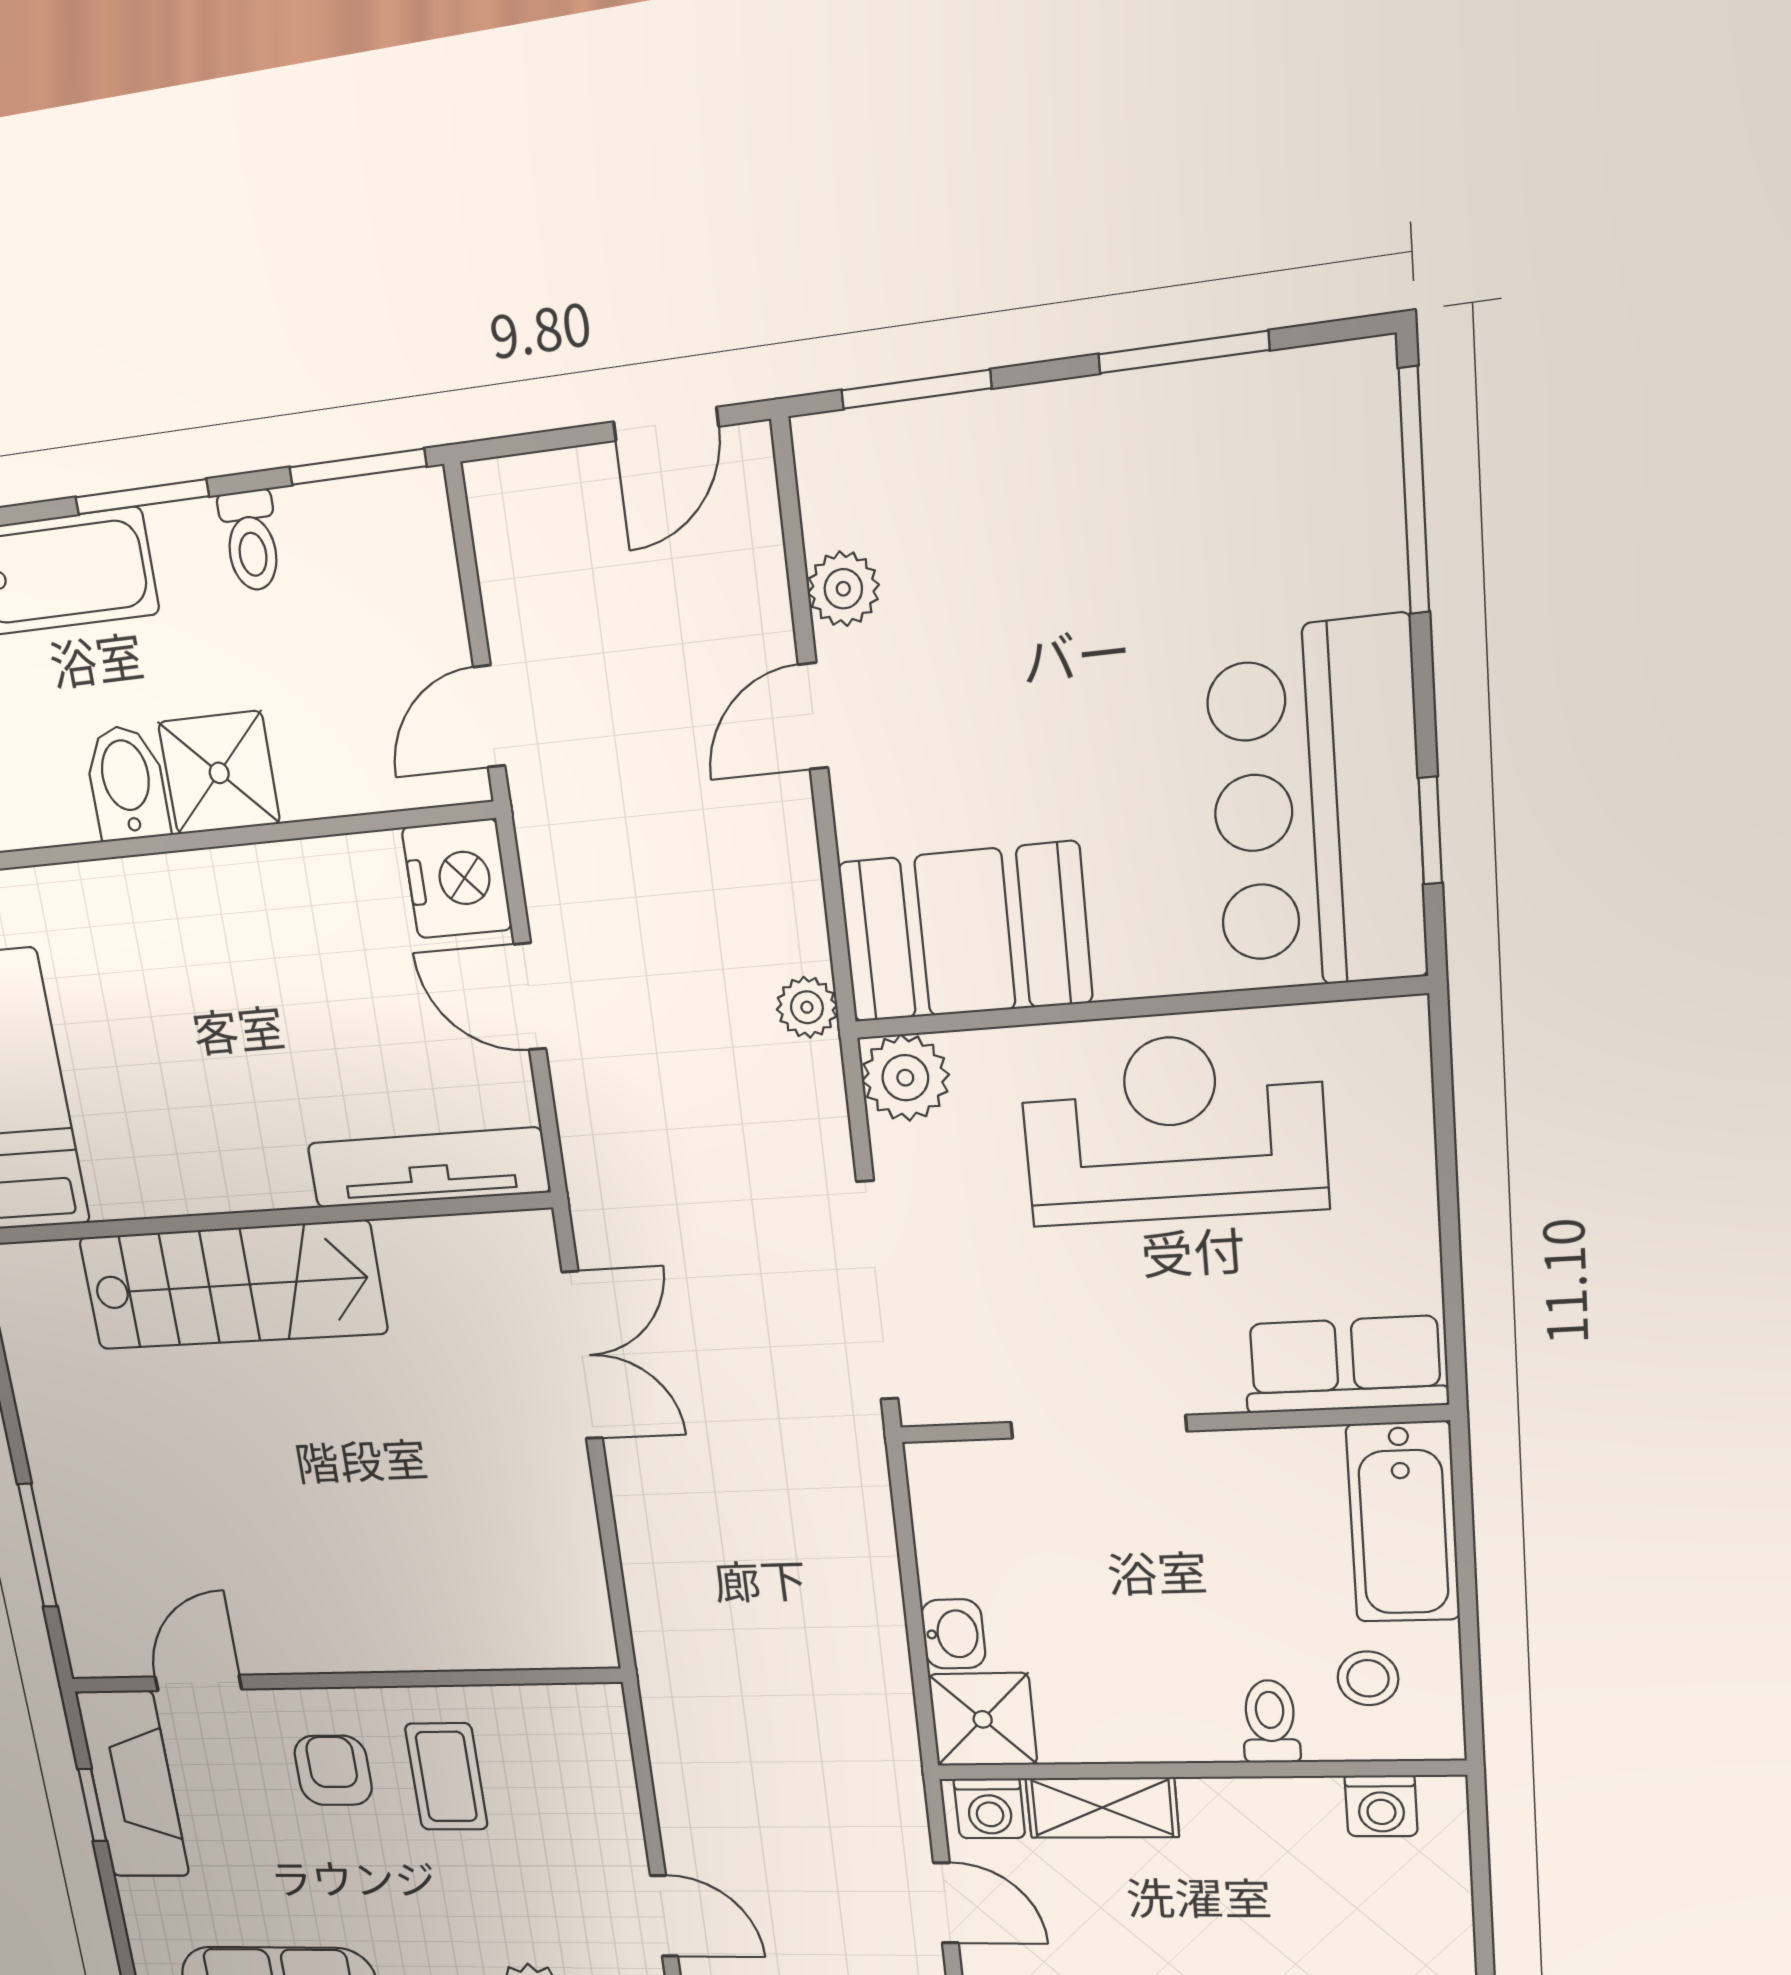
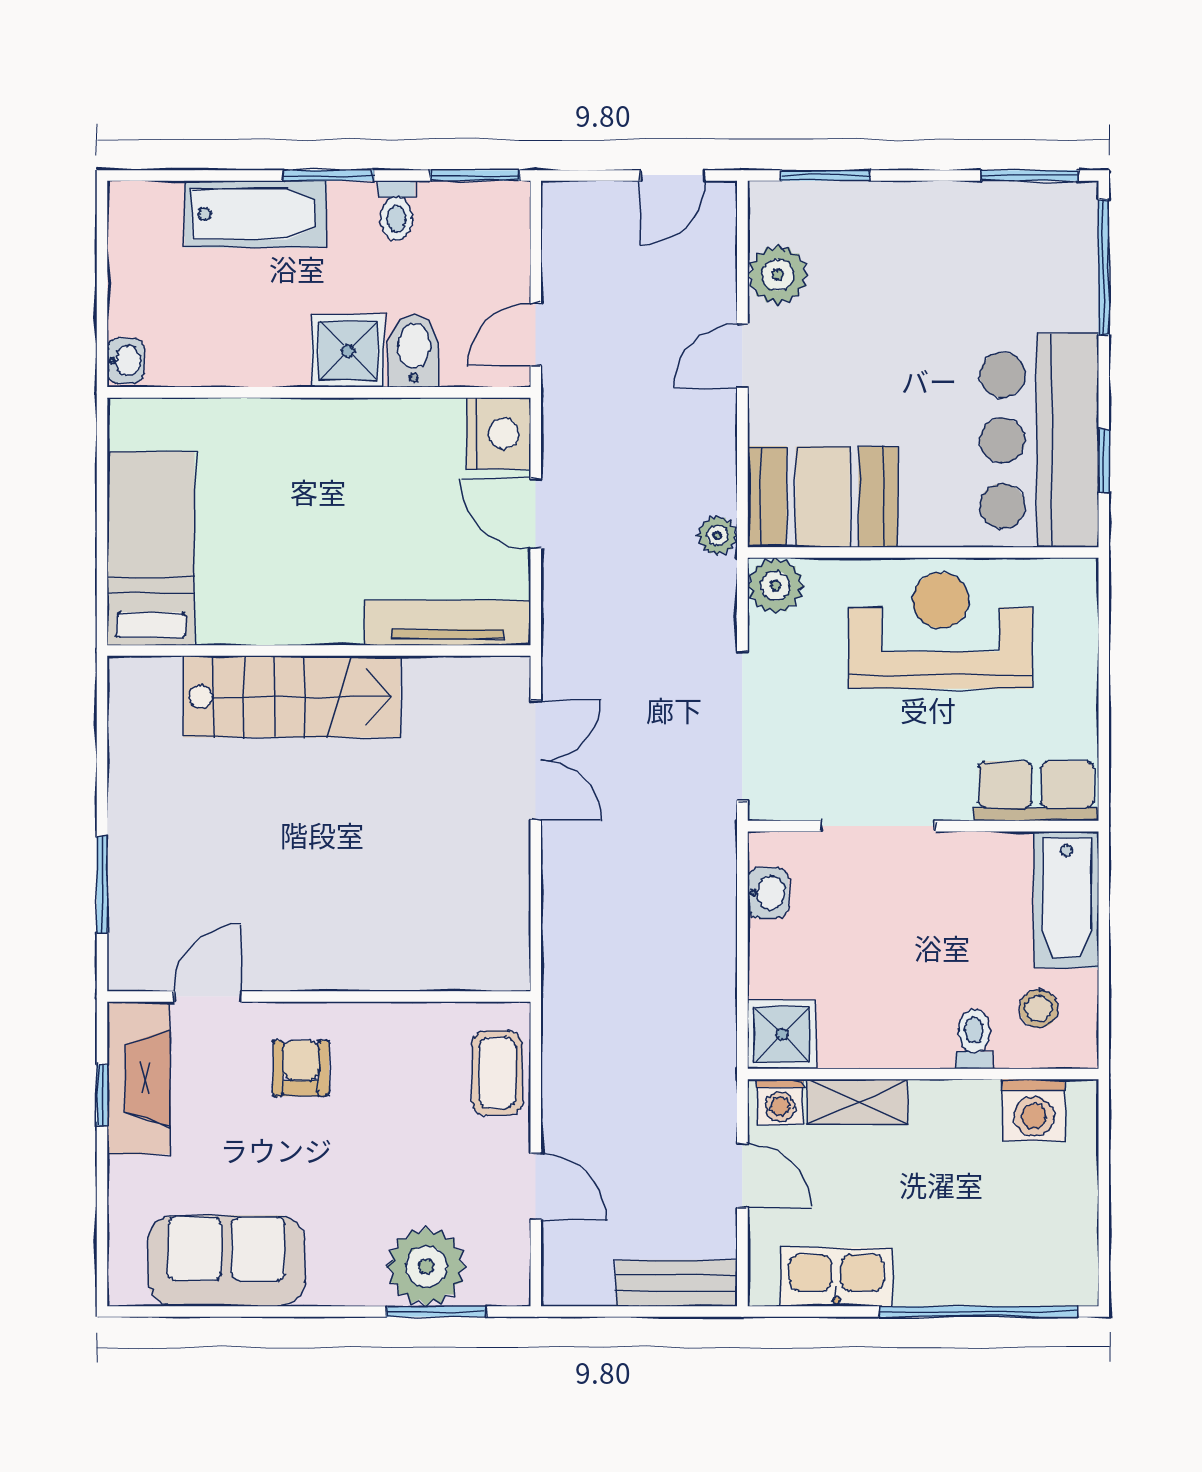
window: (1184, 352) -> (1029, 175), moved
plant: (843, 589) -> (778, 275), width x1.38, depth x1.38
bidet: (127, 783) -> (414, 351), moved
washbasin: (953, 1634) -> (768, 893), moved
coffee table: (446, 1777) -> (497, 1073), moved
washing machine: (1381, 1806) -> (1034, 1110), width x1.38, depth x1.38

